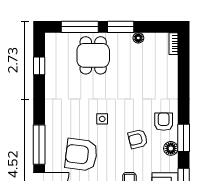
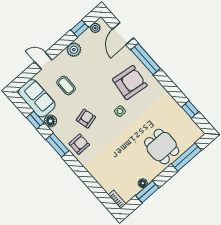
window: (121, 27) -> (147, 192), moved
armchair: (164, 122) -> (79, 144), turned -90
floor lamp: (171, 148) -> (50, 121), moved
armchair: (81, 155) -> (130, 83), moved

